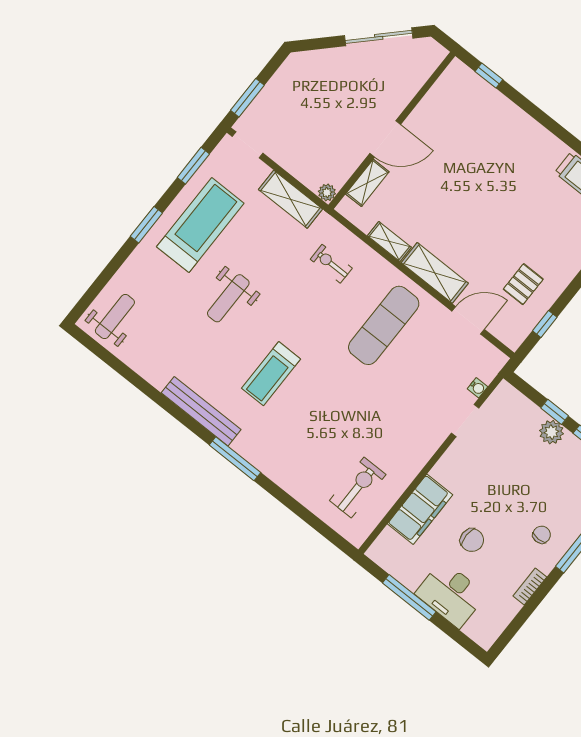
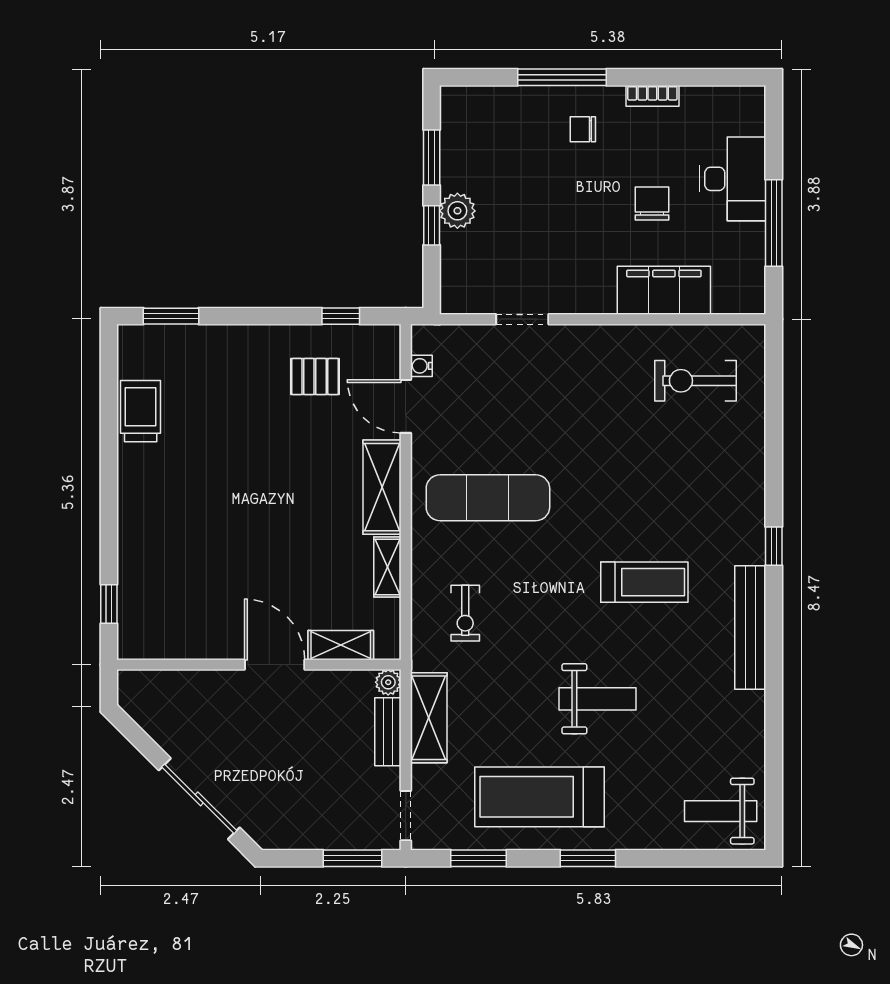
sliding door: (379, 37) -> (199, 799), moved
bench: (300, 171) -> (388, 732), added
water cooler: (478, 388) -> (421, 366), moved, turned -90
window: (235, 459) -> (774, 546), width x0.46

